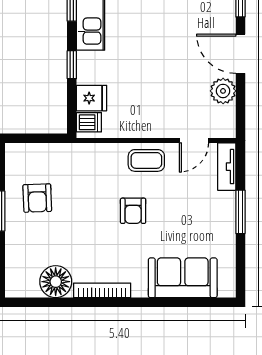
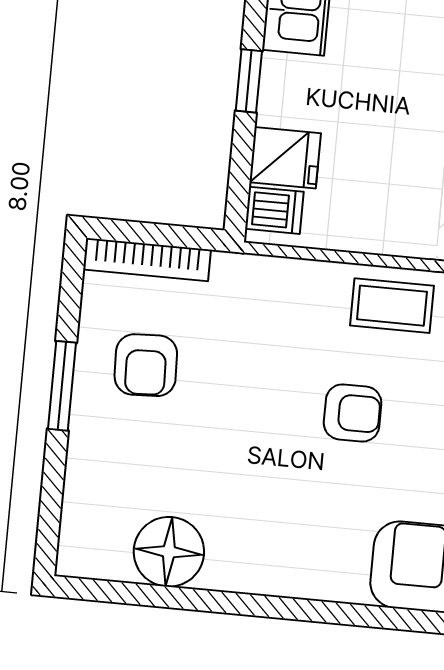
armchair: (133, 211) -> (353, 413), turned -90
bookcase: (102, 290) -> (147, 260), moved, turned 180

